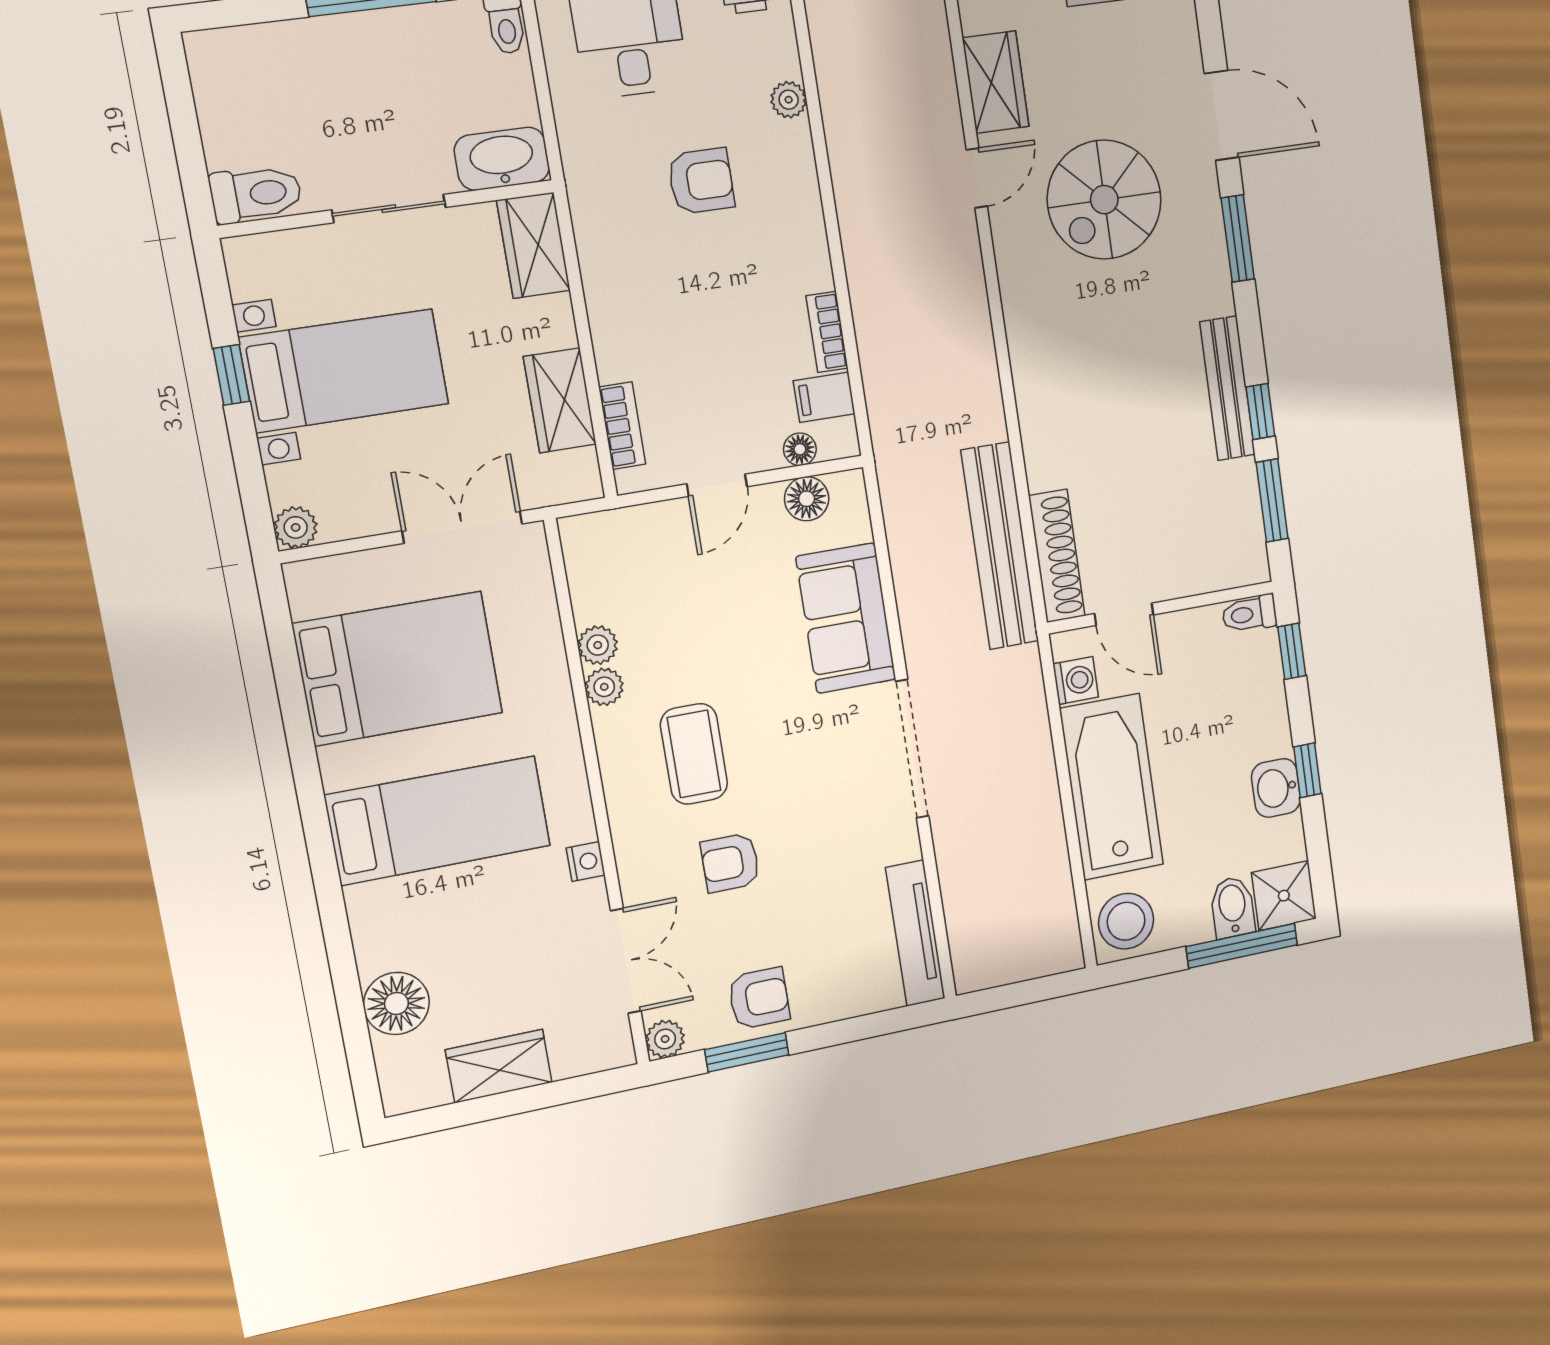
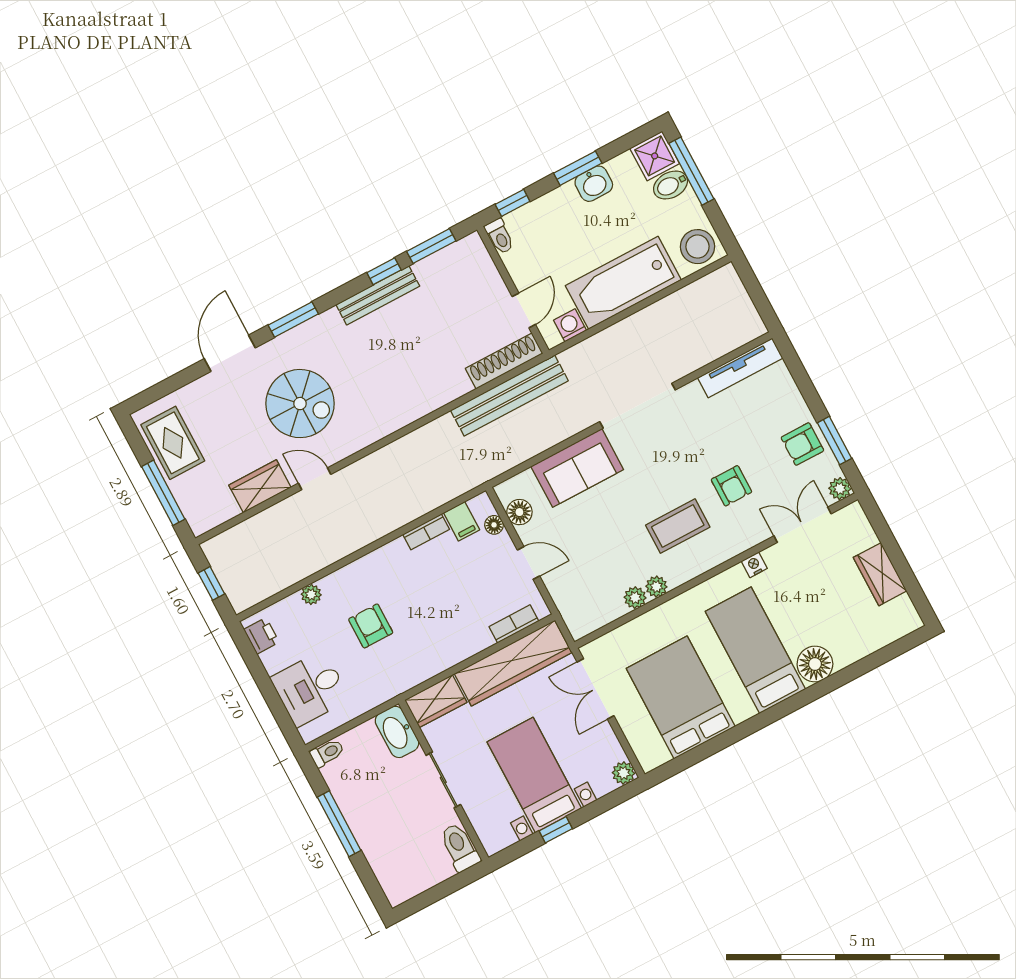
wardrobe: (560, 400) -> (513, 663), width x2.10, depth x1.17
window: (1307, 770) -> (578, 168), width x1.50
armchair: (759, 998) -> (802, 444), turned -90
floor lamp: (396, 1003) -> (815, 664), moved

